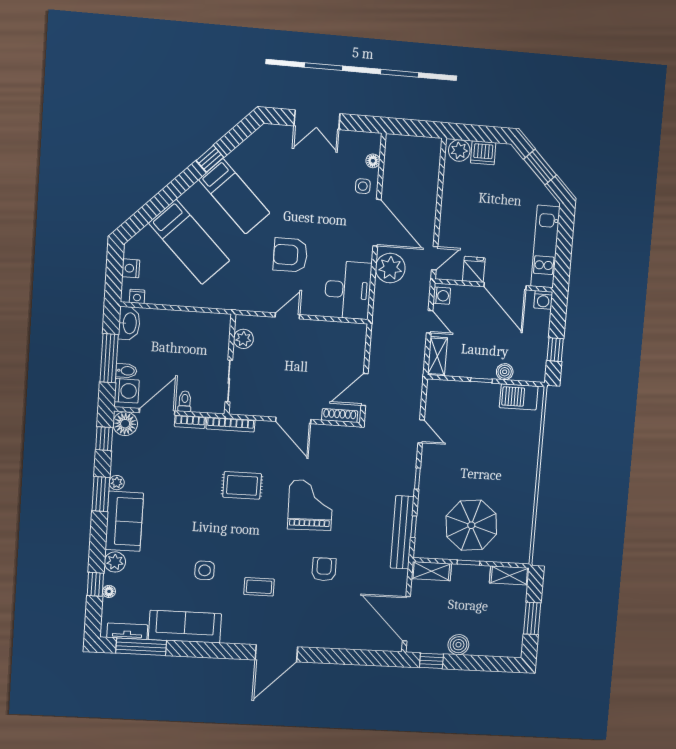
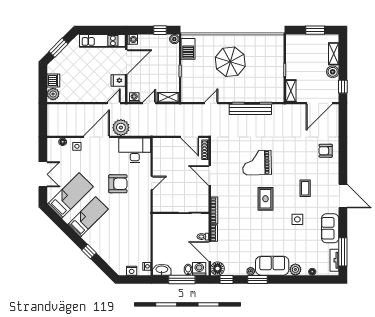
window: (210, 159) -> (89, 252), moved
bed: (189, 242) -> (70, 195), moved
armchair: (290, 255) -> (118, 184), turned -90
door: (435, 258) -> (114, 103), hinge flipped
door: (287, 316) -> (152, 183), swing flipped
plant: (243, 339) -> (166, 206), removed
boiler: (505, 372) -> (174, 39), moved
door: (293, 420) -> (210, 176), swing flipped
rug: (242, 485) -> (265, 199), moved
parasol: (471, 525) -> (230, 62), moved
bench: (402, 532) -> (250, 109), moved
armchair: (324, 569) -> (326, 151), moved
shelving: (509, 575) -> (334, 54), moved
window: (95, 584) -> (309, 279), removed
sofa: (185, 627) -> (330, 228), width x0.73
door: (276, 653) -> (343, 196), moved

